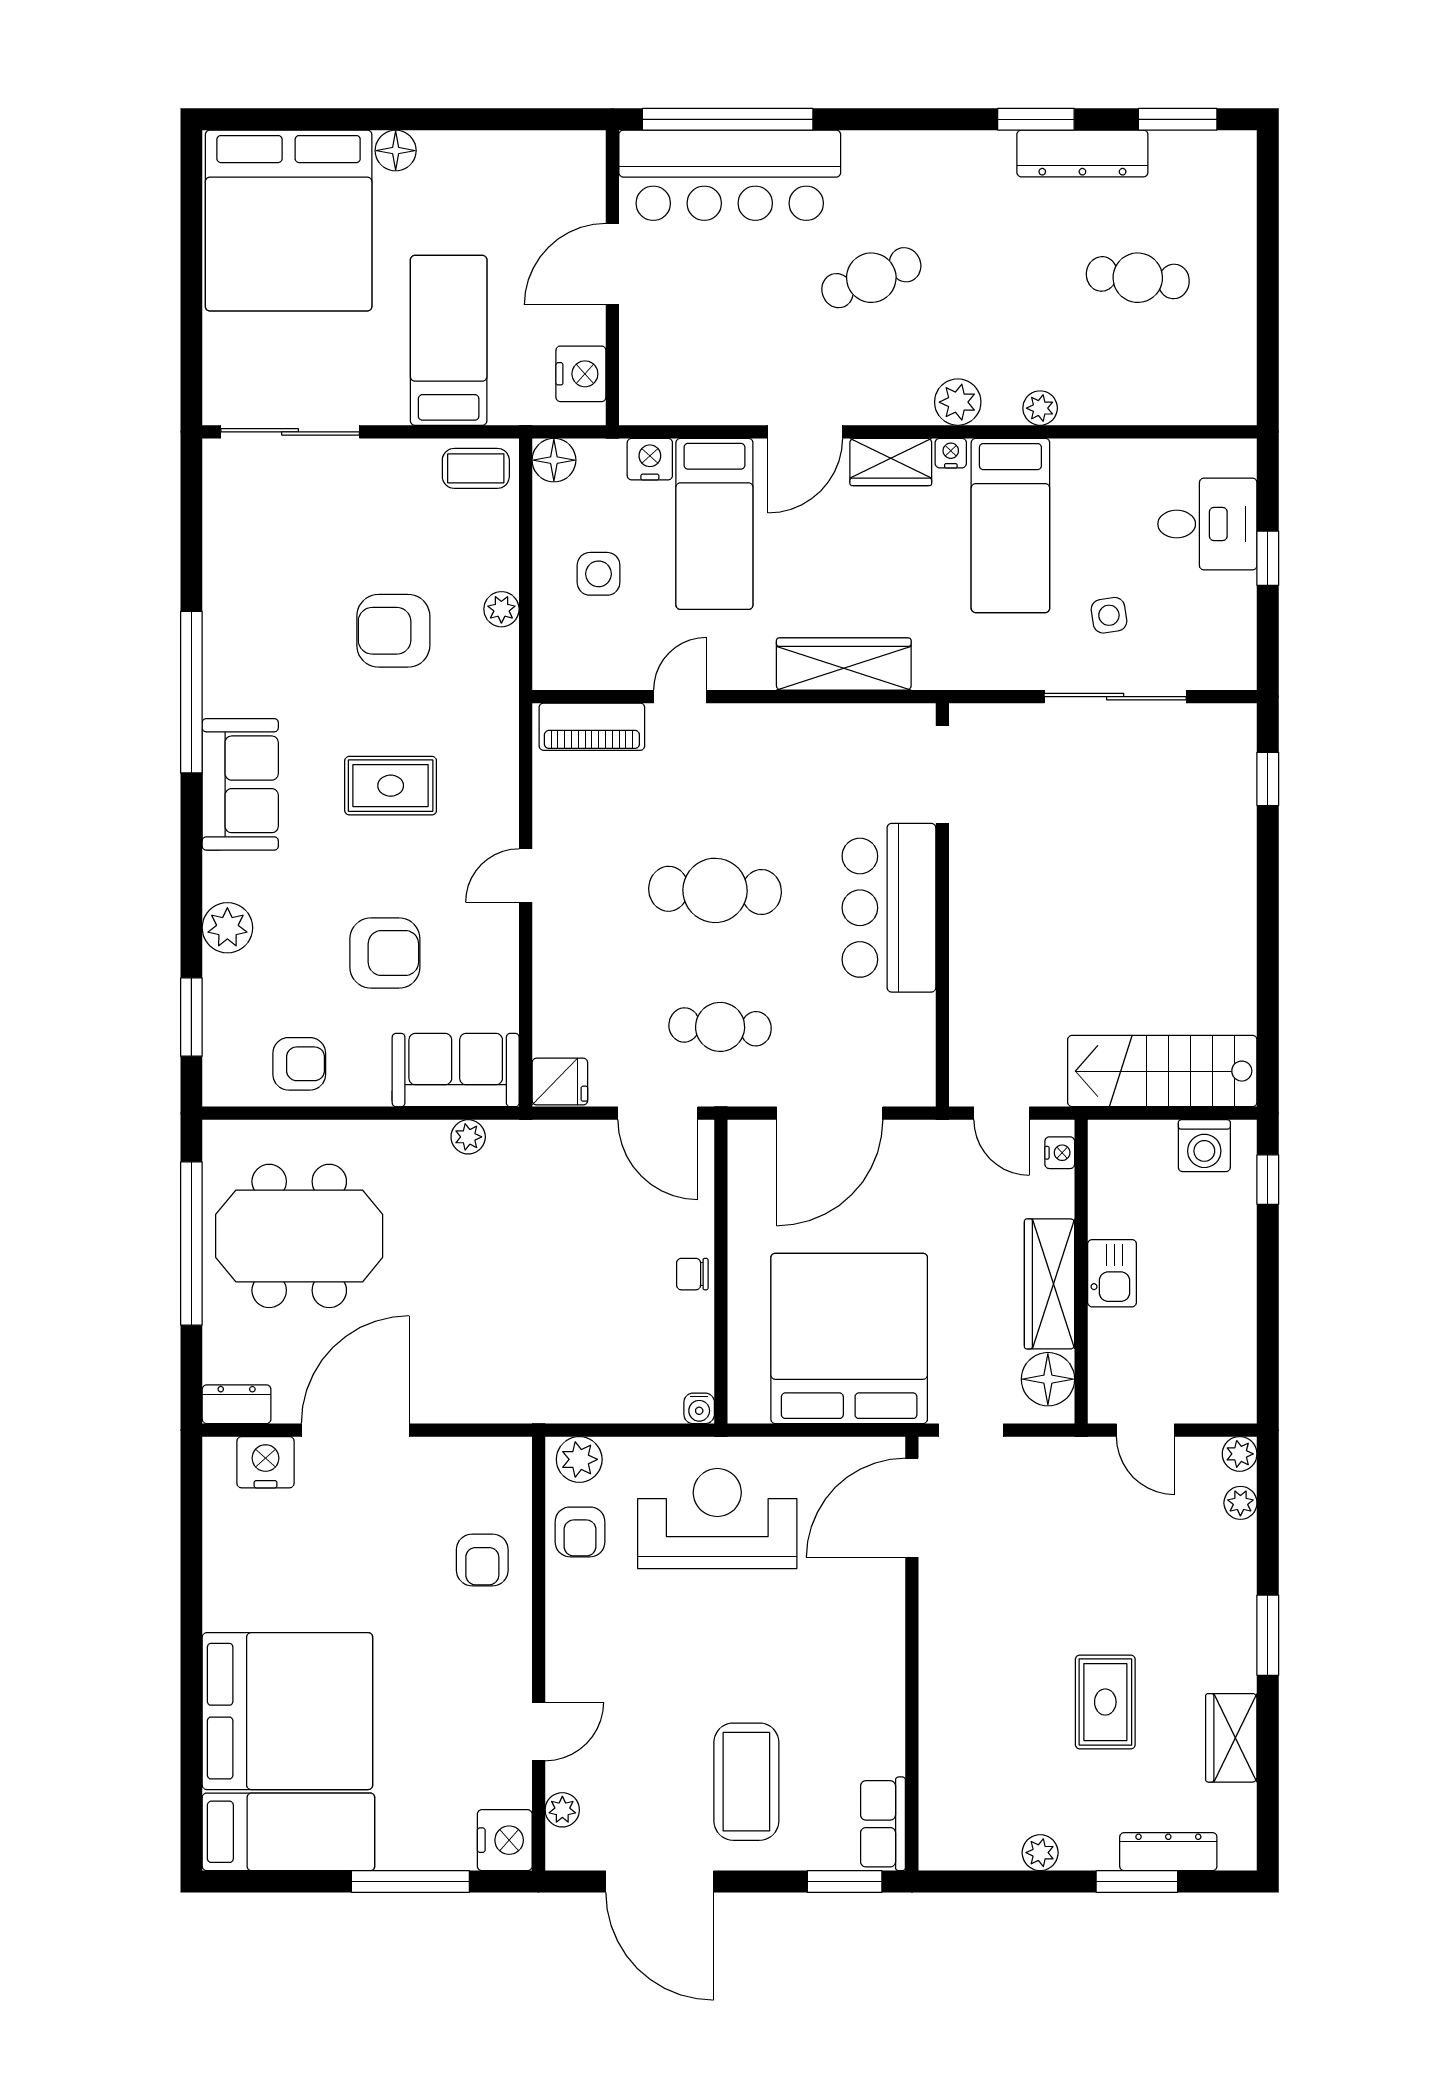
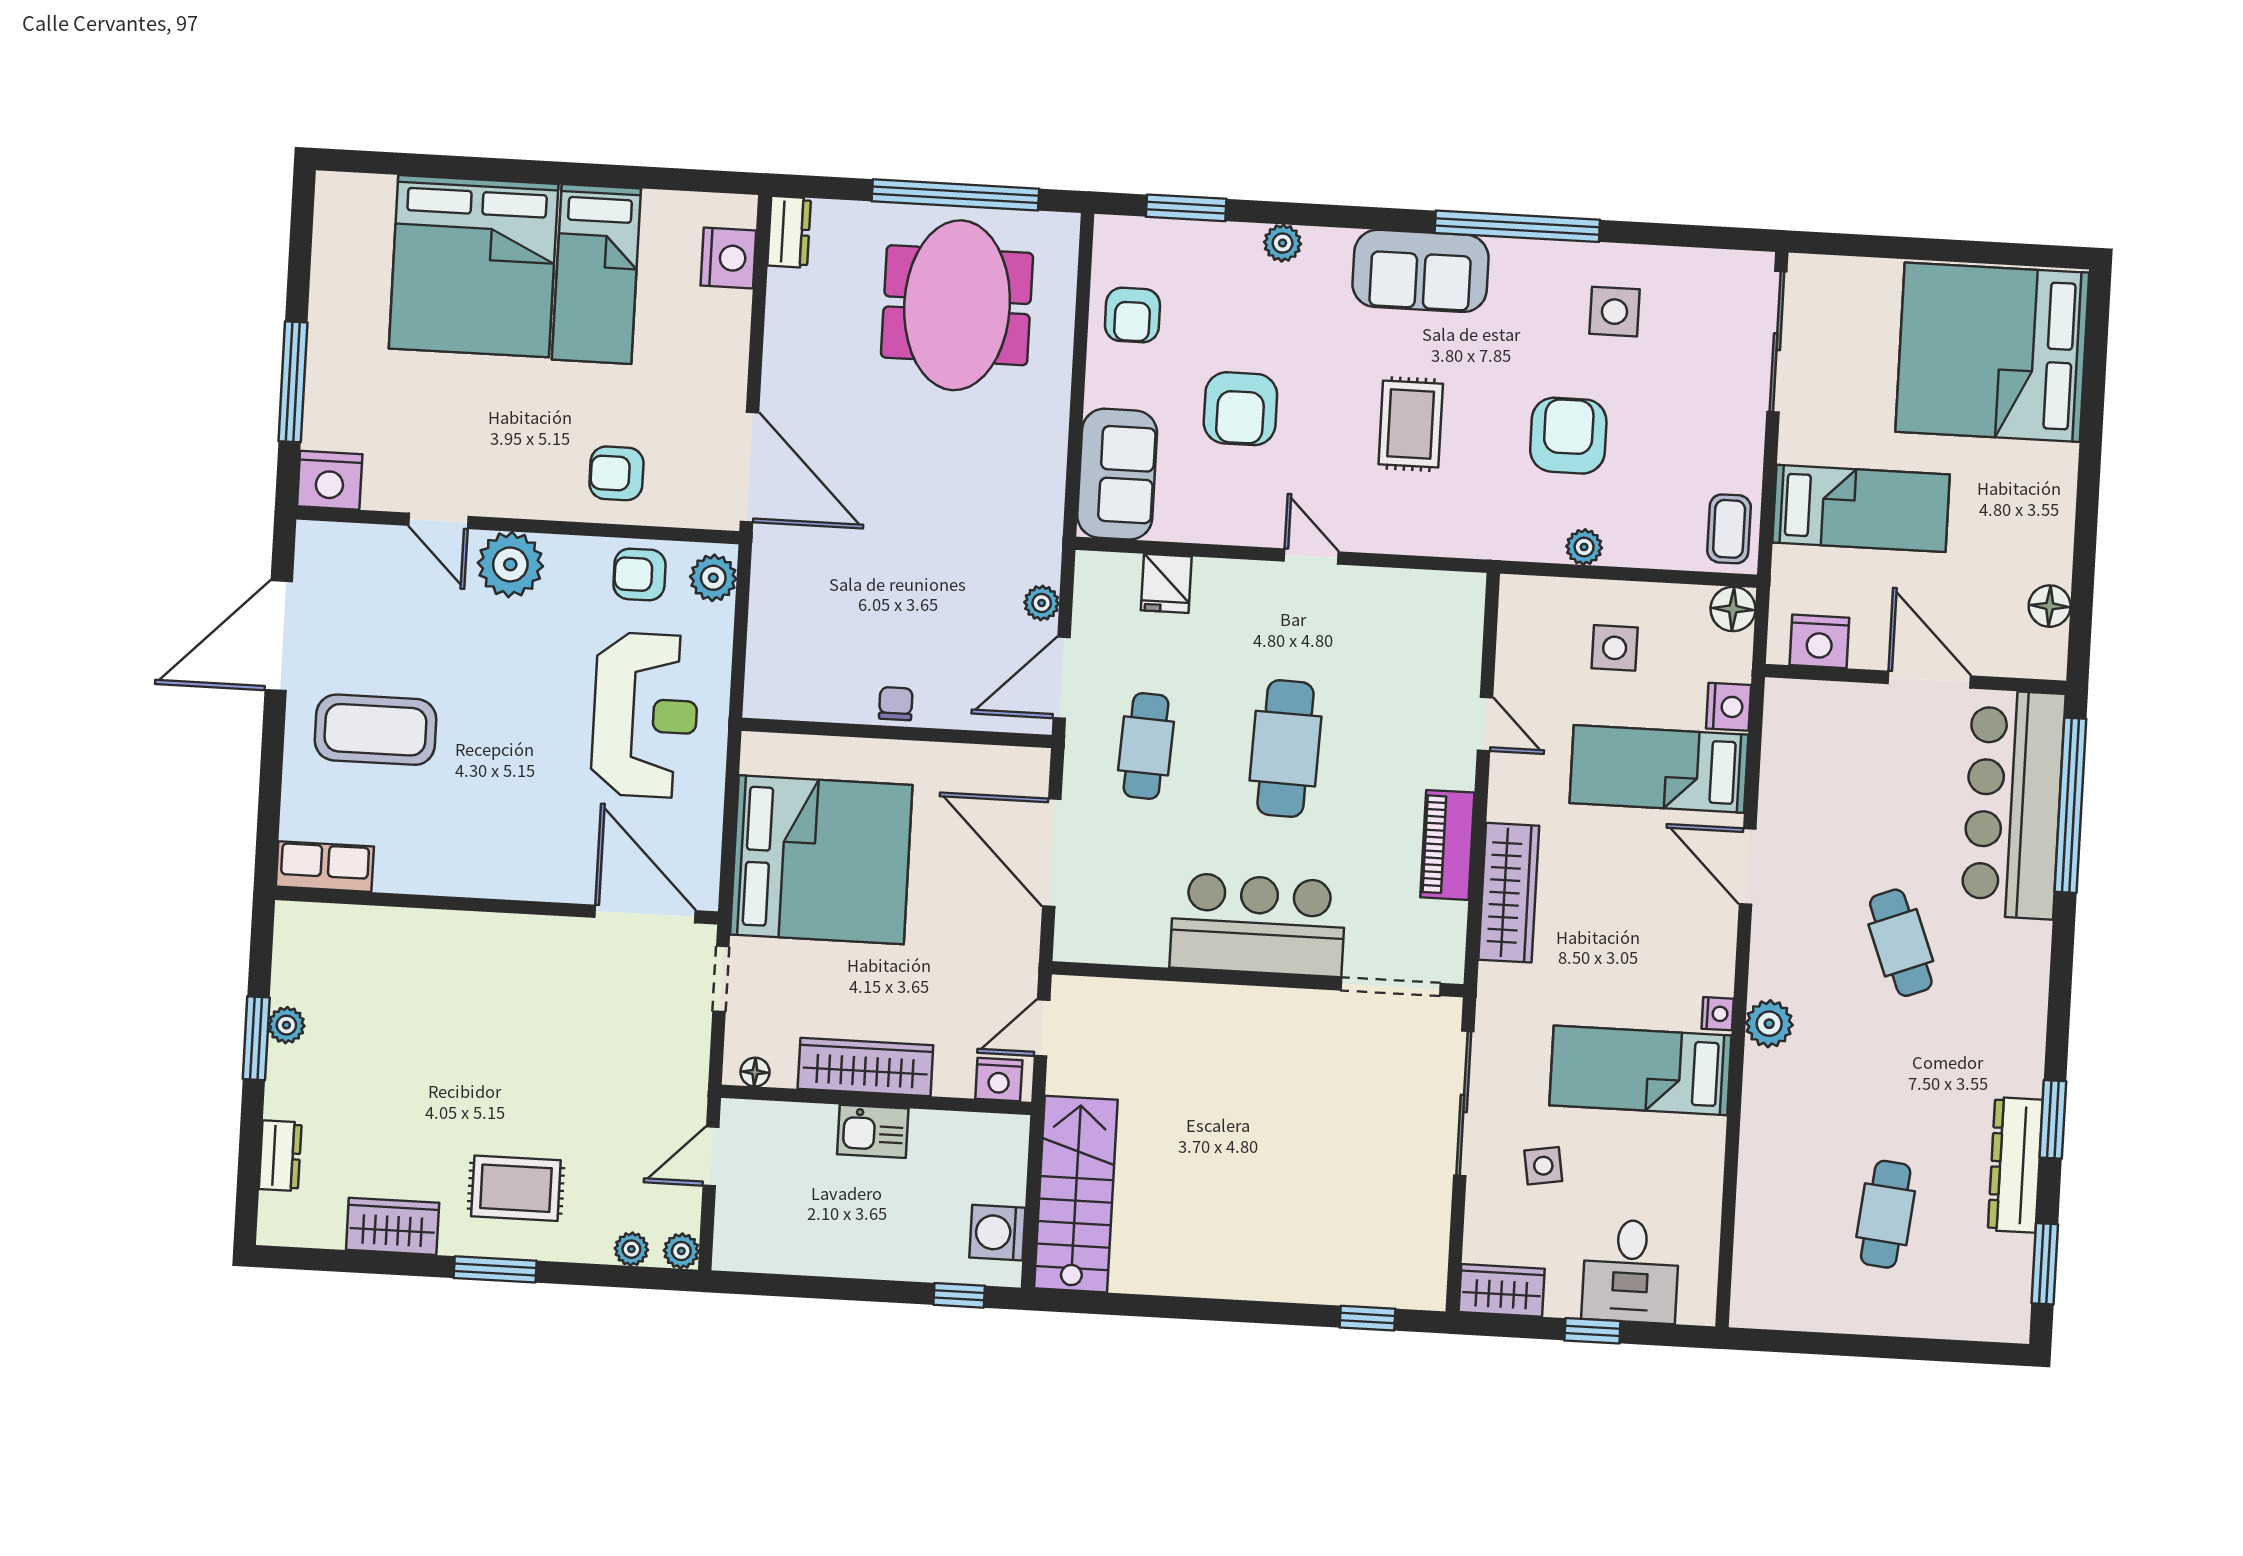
floor lamp: (396, 151) -> (2050, 606), moved
plant: (1040, 408) -> (1758, 1107), removed
wardrobe: (891, 462) -> (1502, 1290), moved, turned 90
side table: (269, 592) -> (1615, 312), added
sliding door: (1115, 697) -> (1464, 1103), moved
piano: (592, 727) -> (1447, 845), moved
plant: (227, 928) -> (1283, 243), width x0.73, depth x0.73
fridge: (560, 1082) -> (1166, 583), moved
plant: (468, 1137) -> (1042, 603), moved
nightstand: (1060, 1153) -> (999, 1080), width x1.39, depth x1.35
floor lamp: (1048, 1379) -> (755, 1072), width x0.53, depth x0.53
water cooler: (699, 1408) -> (759, 703), removed
door: (355, 1430) -> (750, 467), moved
rug: (1105, 1702) -> (516, 1188), moved
plant: (562, 1810) -> (510, 564), moved, width x1.87, depth x1.87
bed: (288, 1832) -> (596, 274), moved
dresser: (1168, 1852) -> (280, 1156), width x0.70
window: (845, 1881) -> (268, 824), removed
window: (1137, 1881) -> (256, 1038), moved

